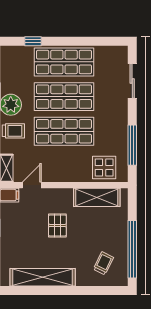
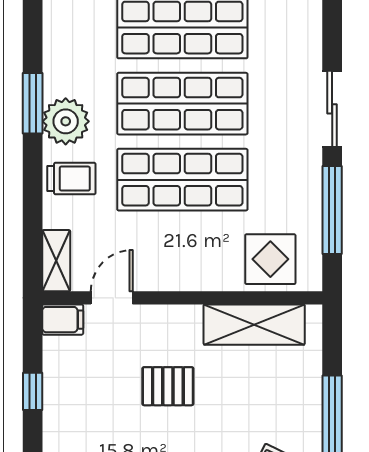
sliding door: (132, 81) -> (332, 109), moved
pallet: (57, 225) -> (168, 386), turned 90

